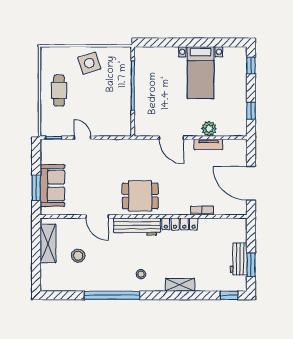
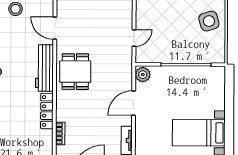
plant: (209, 129) -> (143, 75), moved
door: (83, 138) -> (134, 38), moved
door: (97, 216) -> (55, 28), hinge flipped

